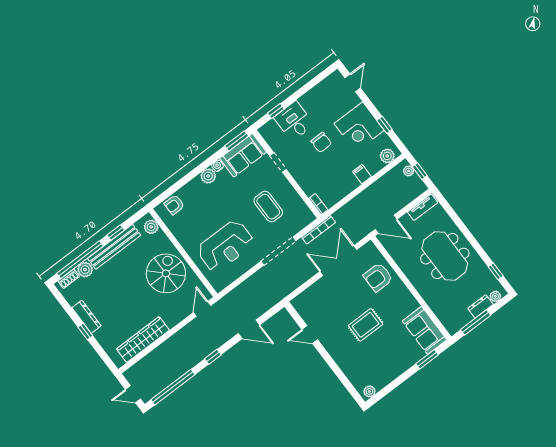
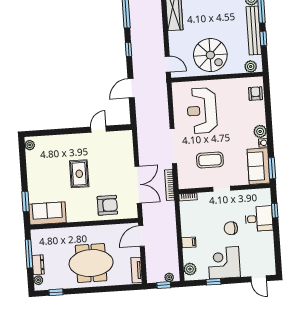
doorway: (278, 162) -> (222, 189), moved
armchair: (378, 277) -> (107, 205), turned 90

